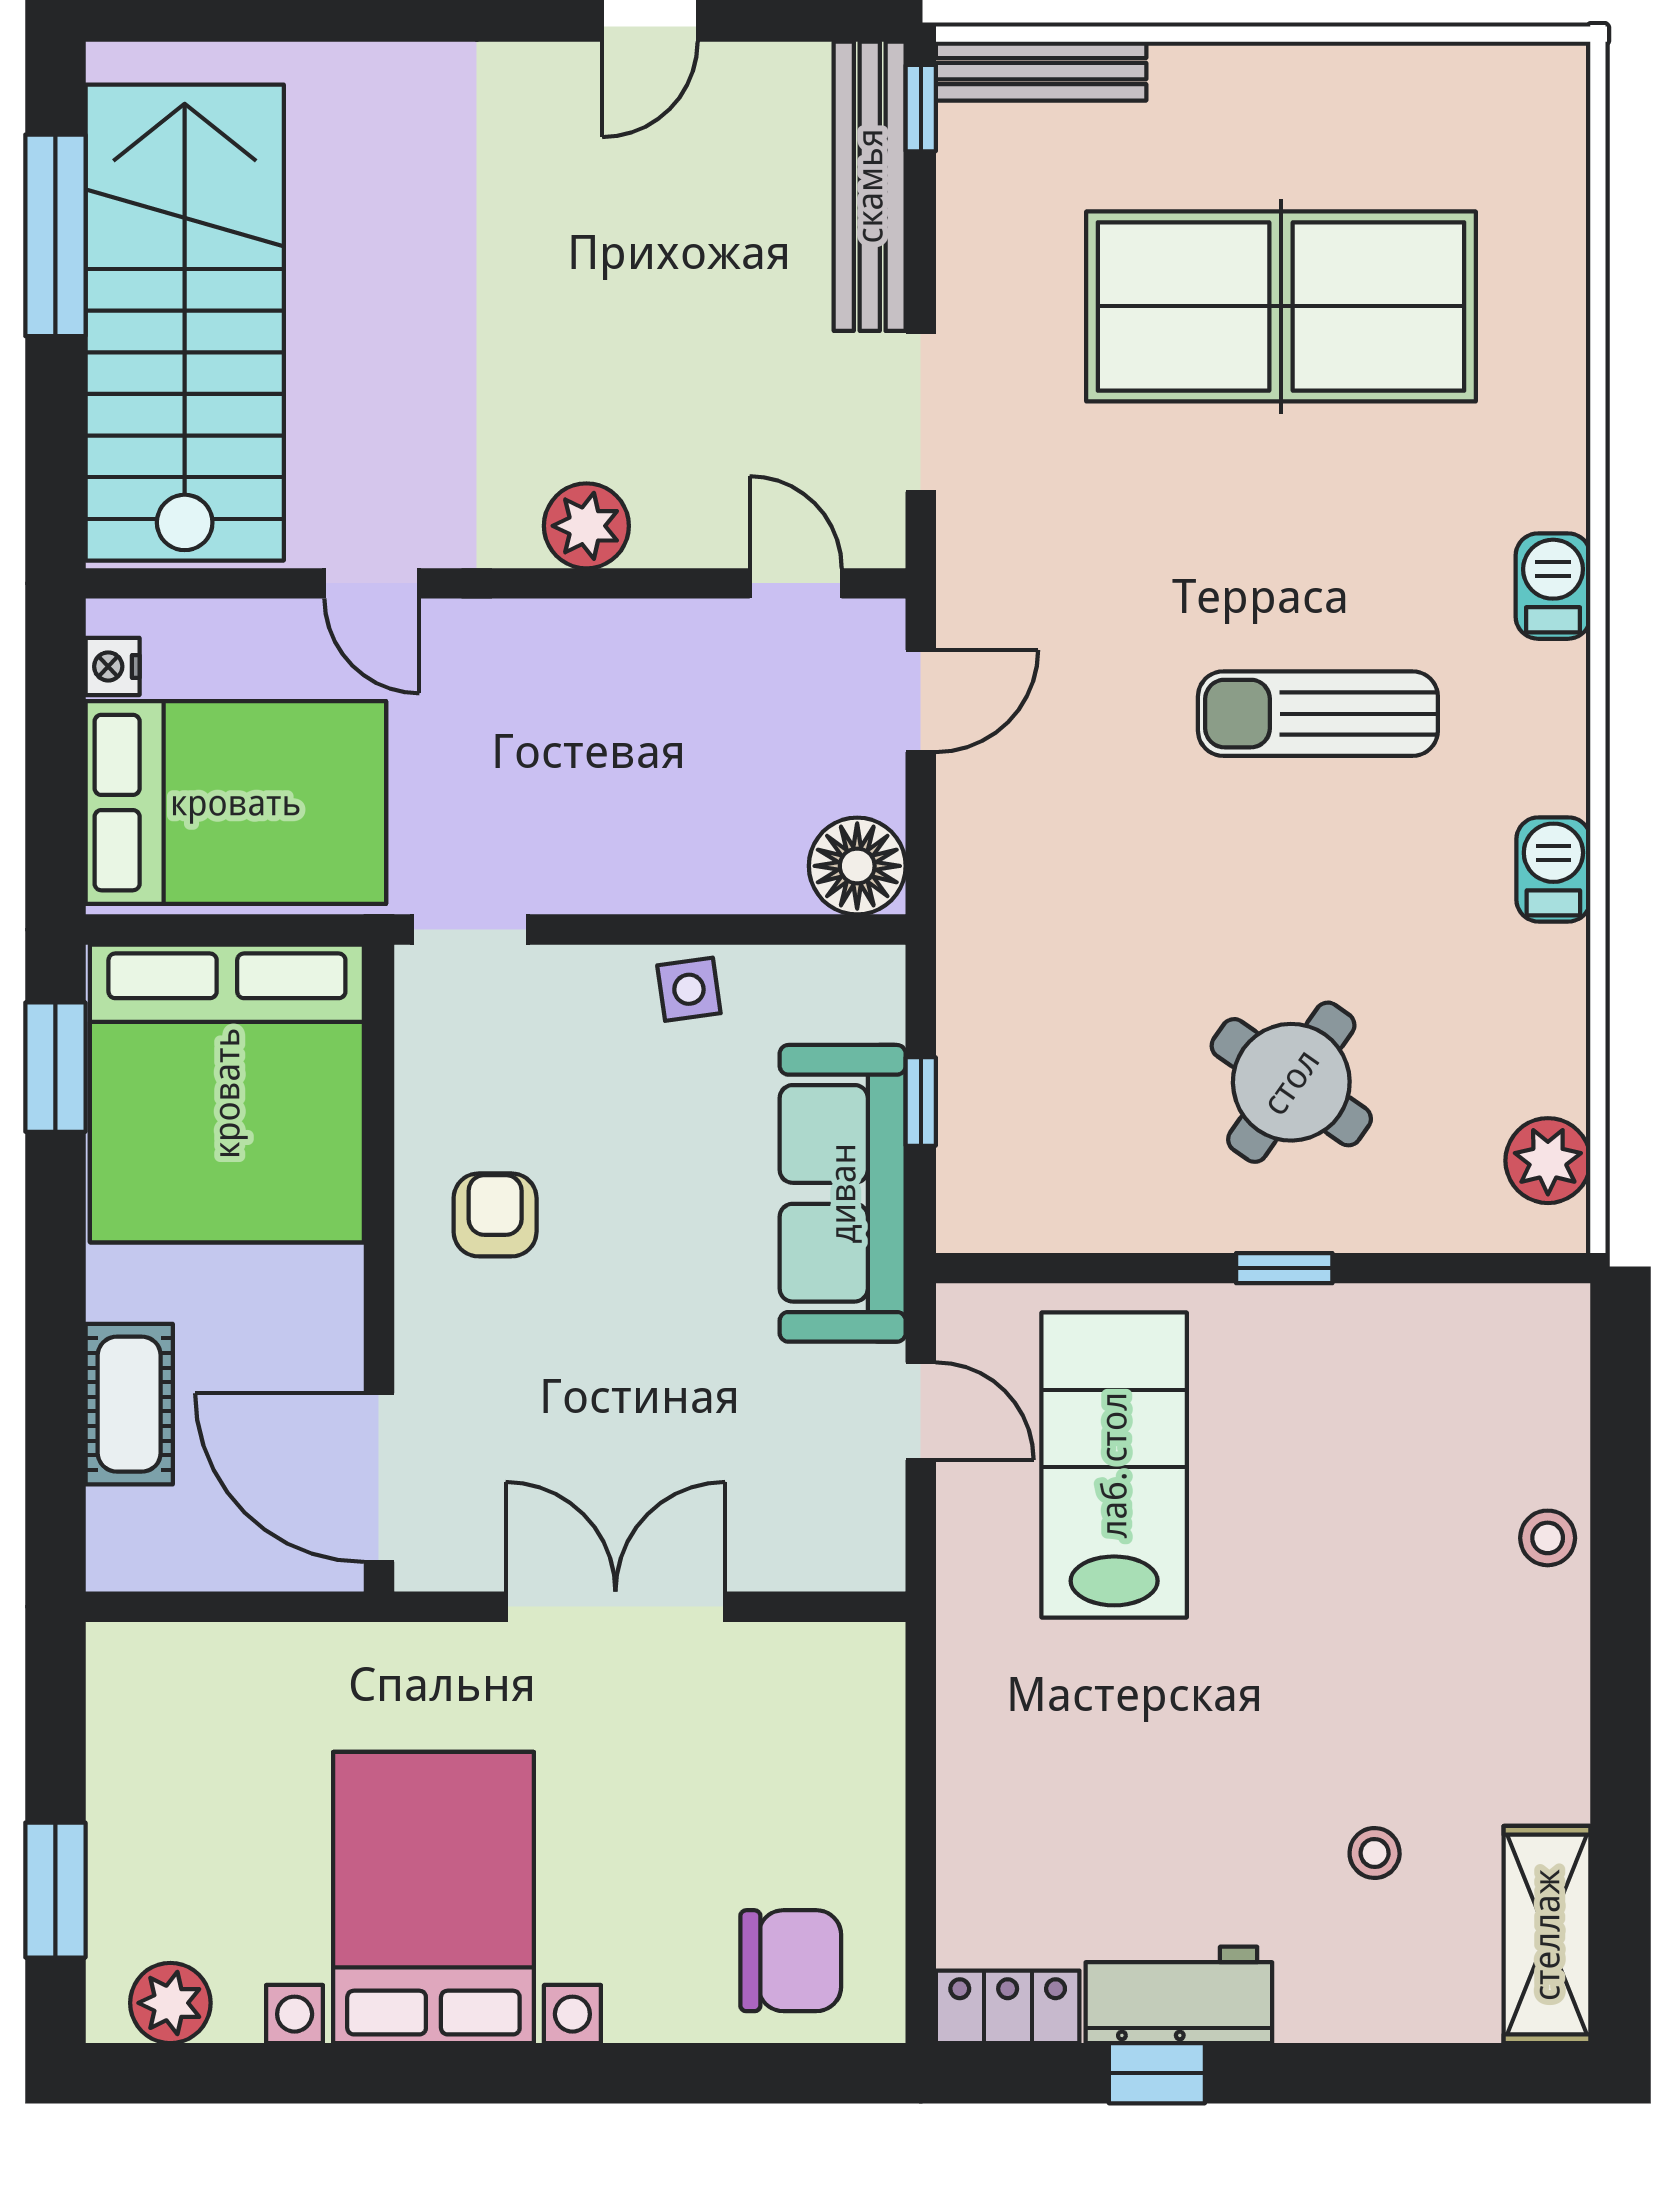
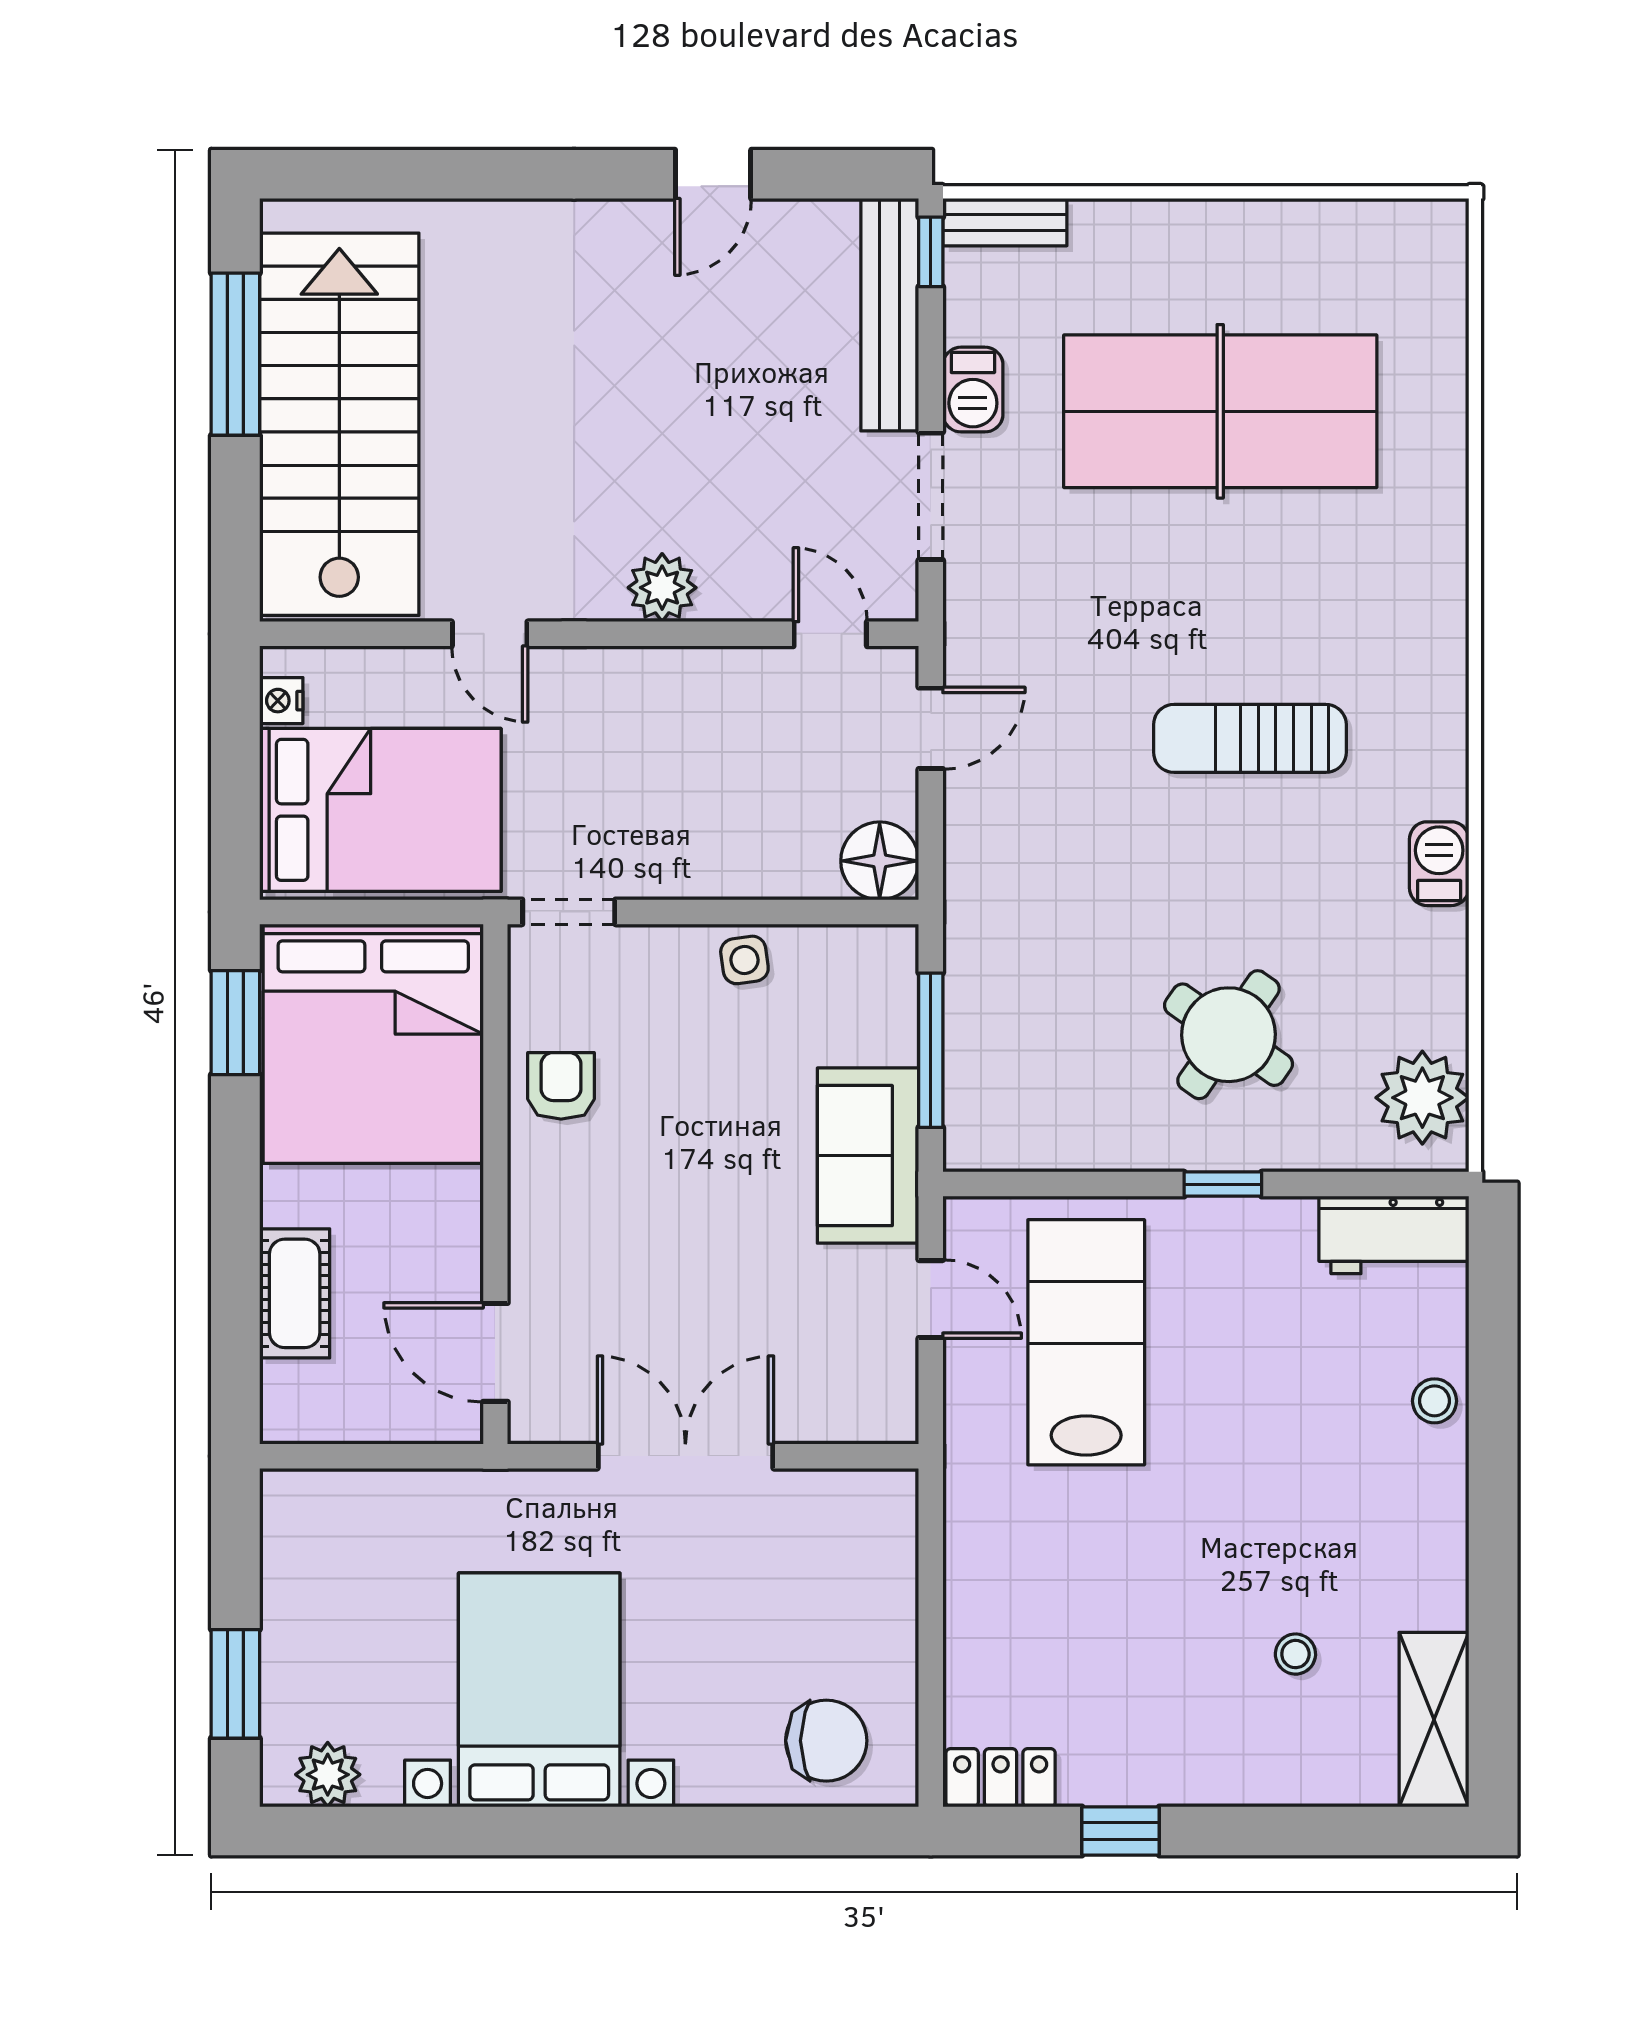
bench: (1041, 71) -> (1005, 222), width x0.73
barbecue: (1553, 586) -> (973, 390), moved, turned 180
window: (921, 1102) -> (931, 1050), width x2.17
plant: (1548, 1161) -> (1422, 1098), width x1.36, depth x1.36
sofa: (843, 1193) -> (868, 1156), width x0.73
armchair: (495, 1215) -> (561, 1086), moved
door: (379, 1478) -> (495, 1352), width x0.73
workbench: (1179, 1995) -> (1394, 1235), moved, turned 180

